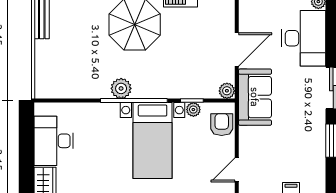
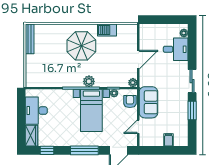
desk: (304, 38) -> (176, 49), width x0.73
plant: (121, 88) -> (89, 81), moved
sofa: (255, 97) -> (148, 102), moved

